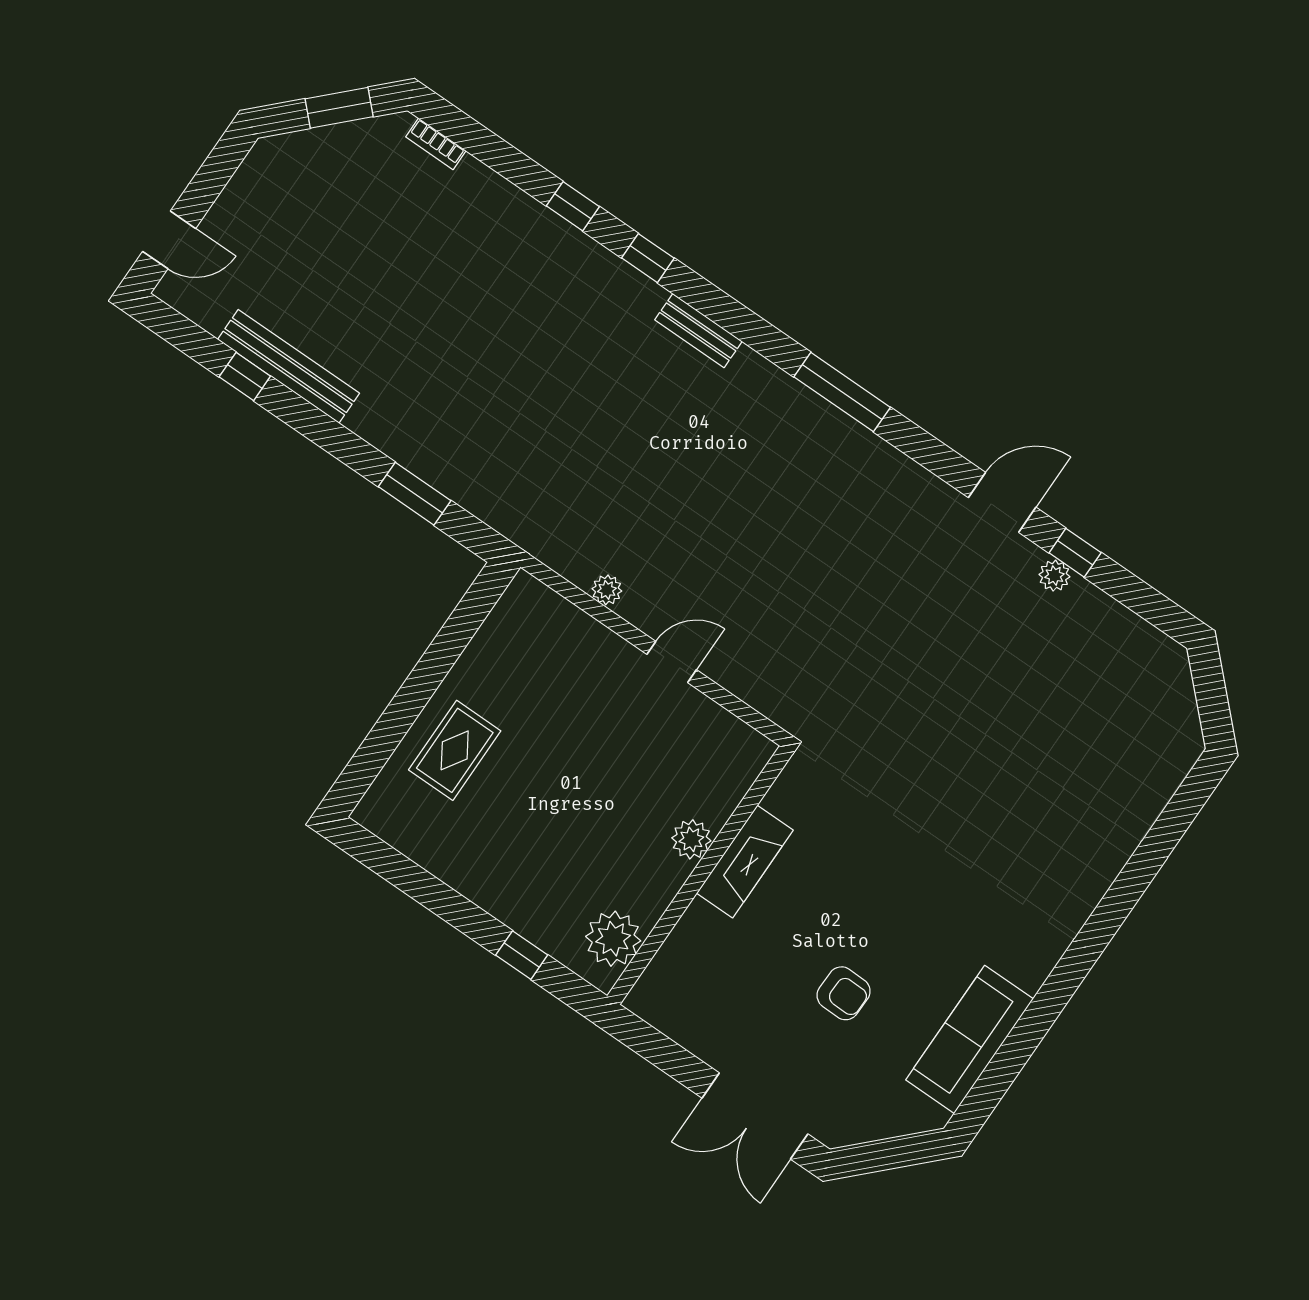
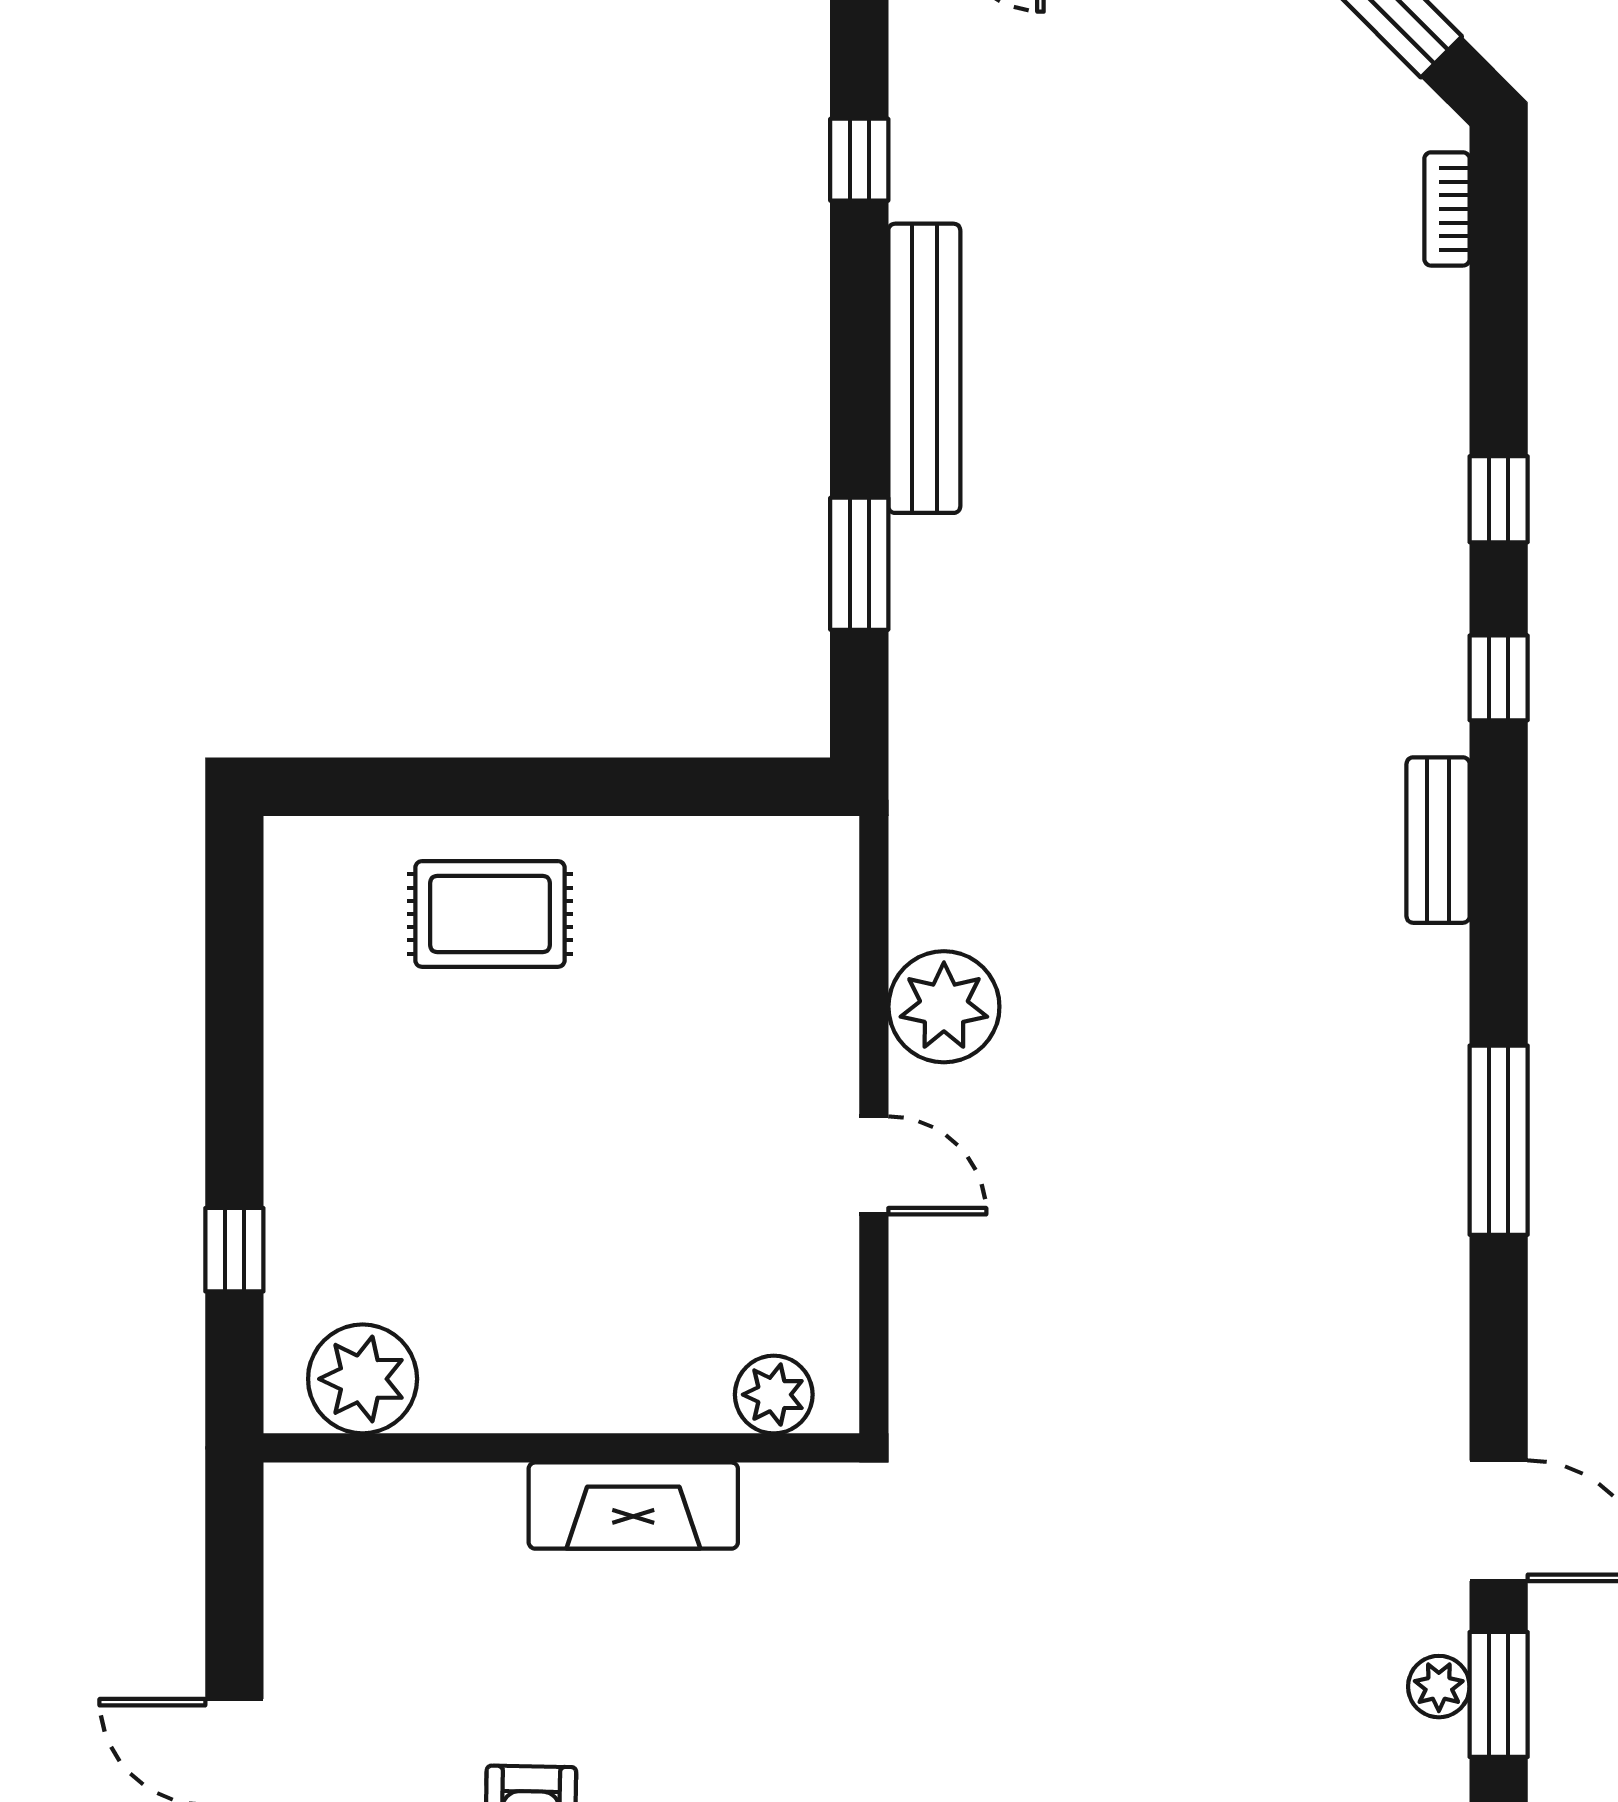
bench: (289, 366) -> (924, 368), moved
window: (1075, 553) -> (1499, 1694), width x1.50
plant: (607, 590) -> (944, 1007), width x1.88, depth x1.88
plant: (691, 839) -> (774, 1395), moved

